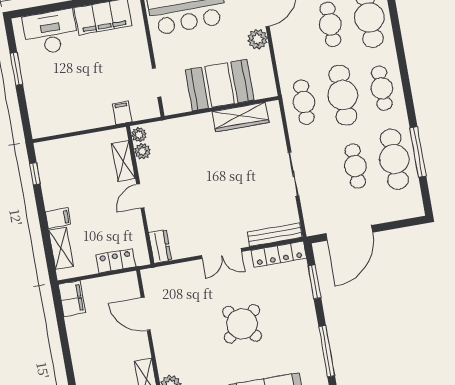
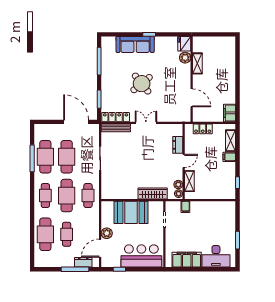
wardrobe: (240, 117) -> (153, 193), moved
cafe table: (355, 166) -> (67, 157), width x1.37, depth x1.35
door: (349, 233) -> (76, 122), hinge flipped
dresser: (160, 246) -> (178, 145), moved

